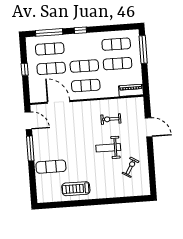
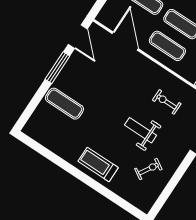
treadmill: (76, 189) -> (98, 164), moved

